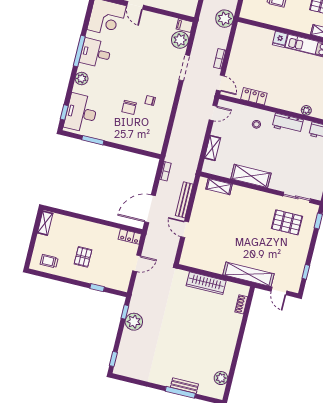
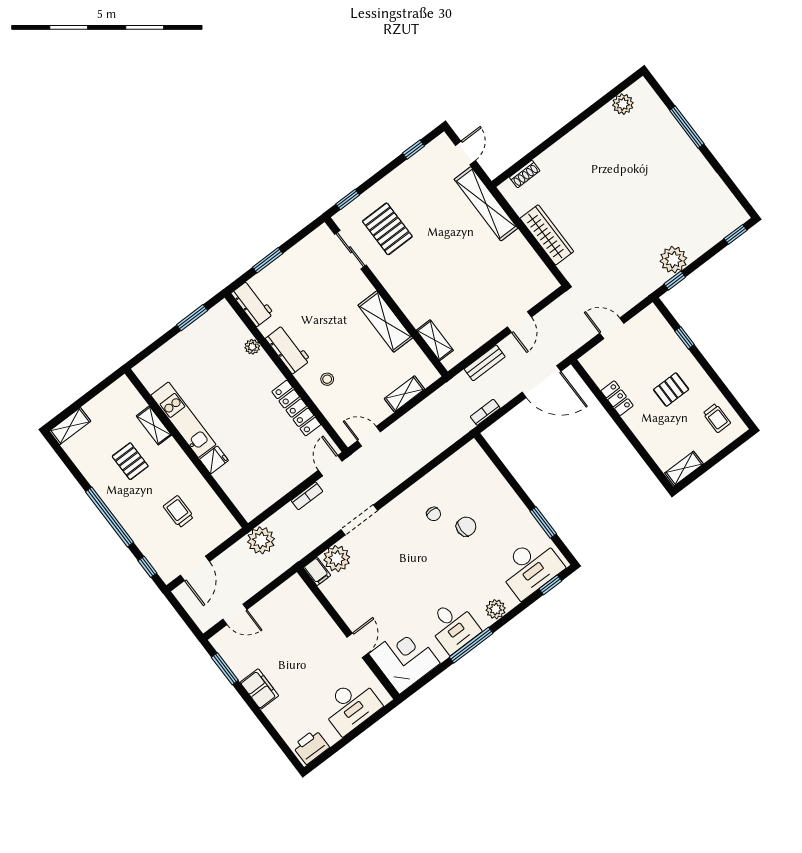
locker: (254, 96) -> (296, 408), width x1.53
bench: (184, 200) -> (485, 363), width x0.73
locker: (130, 237) -> (617, 398), moved
bench: (184, 386) -> (675, 131), removed

